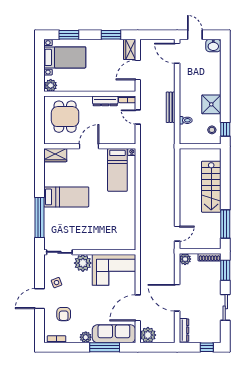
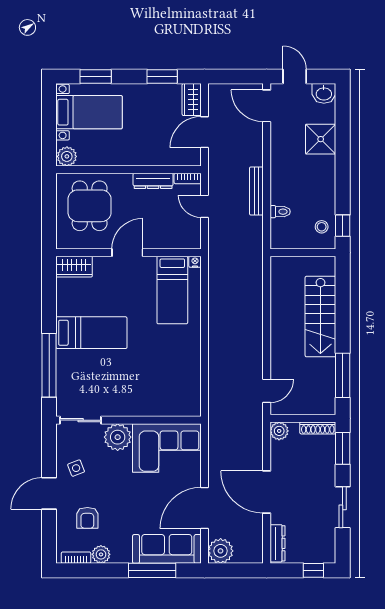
shower: (211, 104) -> (321, 139), moved
plant: (86, 337) -> (101, 554), moved

